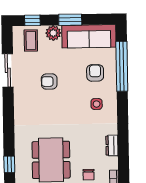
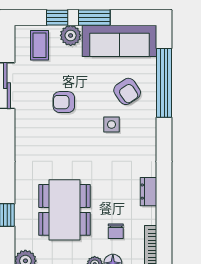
window: (32, 20) -> (57, 18), moved
armchair: (95, 73) -> (127, 91), turned 146
side table: (97, 104) -> (112, 124), moved

